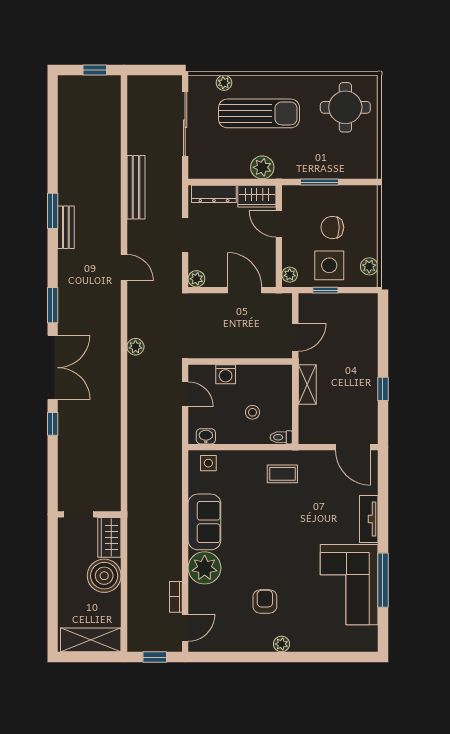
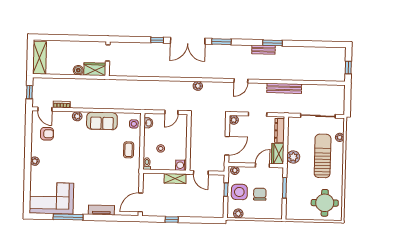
sun lounger: (259, 113) -> (323, 156), turned 180
washing machine: (226, 374) -> (181, 165), moved
coffee table: (282, 474) -> (129, 150), moved
plant: (205, 568) -> (77, 116), width x0.53, depth x0.53
boiler: (104, 576) -> (78, 70), width x0.54, depth x0.54
corner sofa: (349, 585) -> (51, 198), moved
armchair: (265, 601) -> (47, 134), moved

